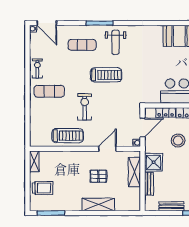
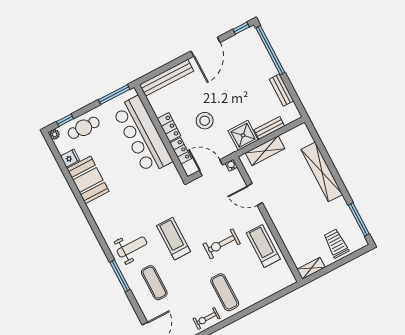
pallet: (98, 176) -> (290, 188), removed
shelving: (98, 205) -> (322, 172), width x1.47

